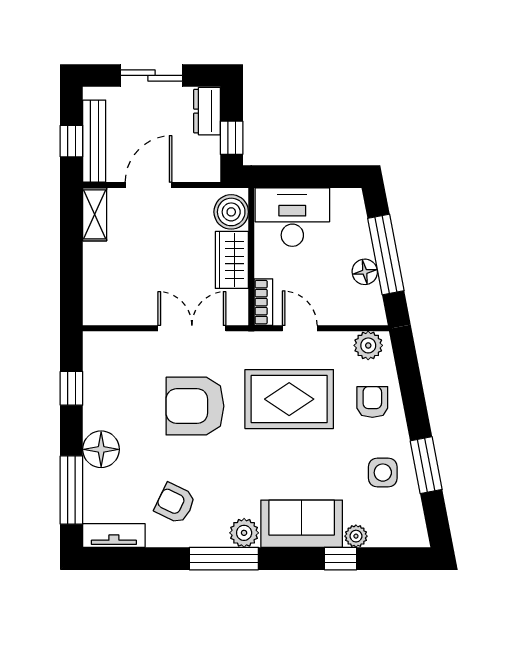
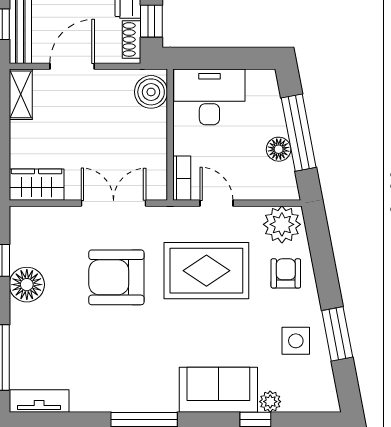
shoe rack: (211, 157) -> (131, 39), added
wardrobe: (232, 260) -> (37, 185), moved, turned 90
plant: (368, 345) -> (282, 224), width x1.36, depth x1.36
floor lamp: (101, 449) -> (27, 285), moved
armchair: (175, 503) -> (97, 370), removed
plant: (244, 533) -> (163, 398), removed

